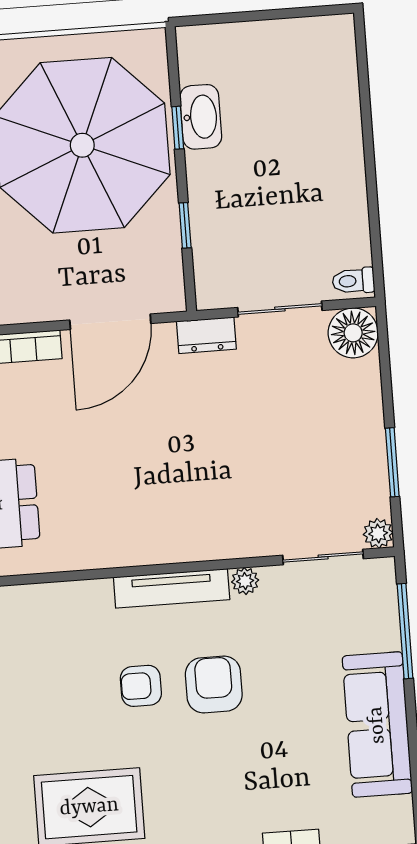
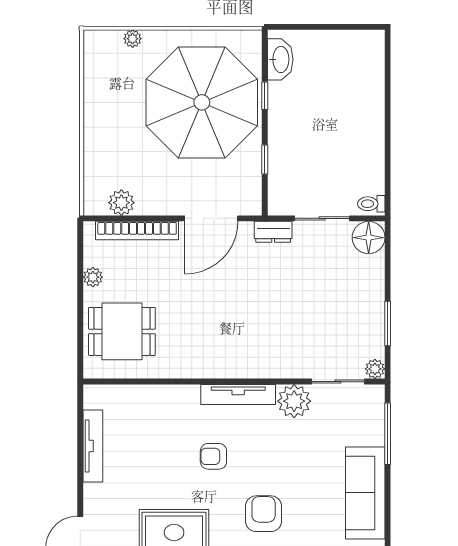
washbasin: (201, 117) -> (280, 59), moved
plant: (245, 581) -> (294, 401), width x1.88, depth x1.88
armchair: (214, 684) -> (264, 514), moved

